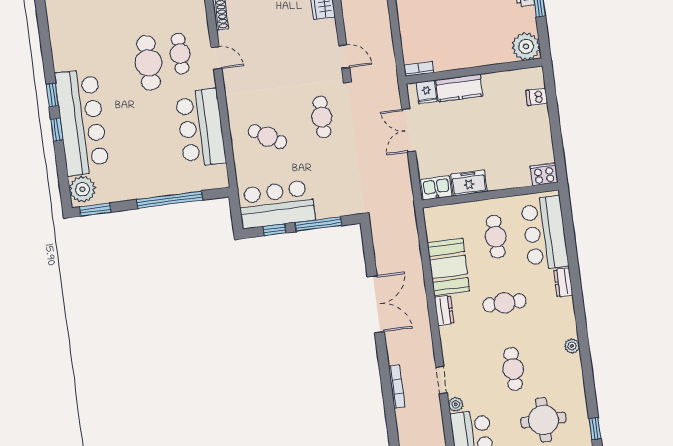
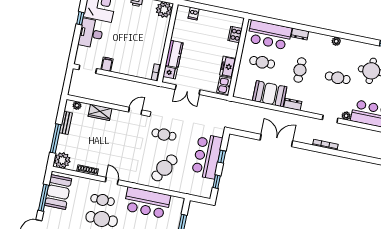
door: (216, 58) -> (112, 181), hinge flipped
cafe table: (268, 137) -> (164, 168), width x1.37, depth x1.35
cooker: (544, 174) -> (235, 35), moved
bar counter: (276, 204) -> (207, 156), moved
window: (319, 224) -> (222, 157), width x0.46

